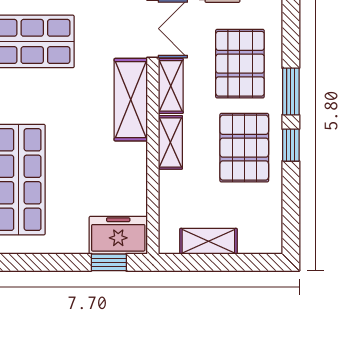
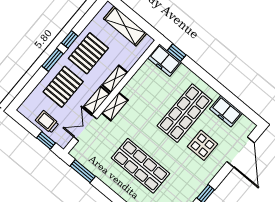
shelving: (131, 100) -> (115, 107), width x0.67, depth x0.75
shelving: (208, 241) -> (125, 26), width x1.50, depth x1.33

